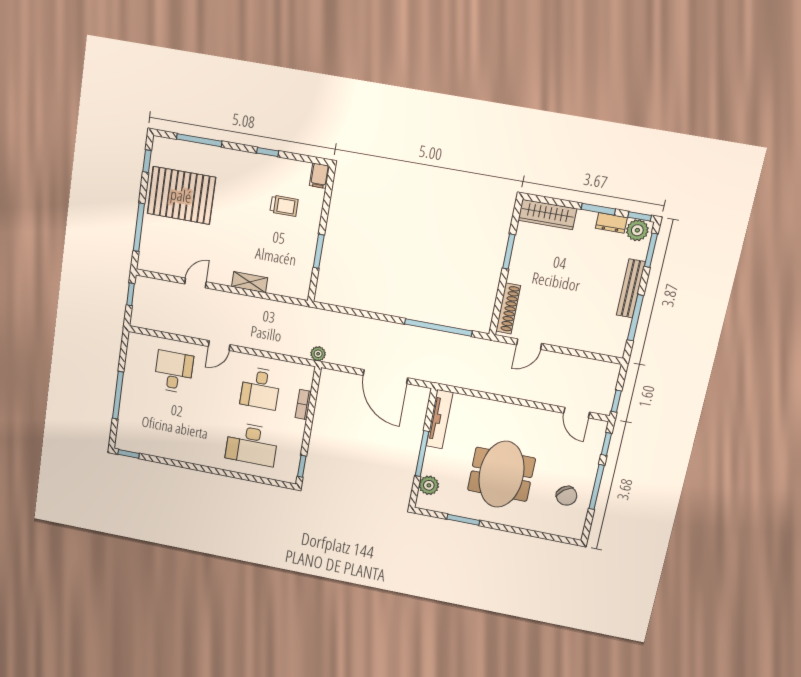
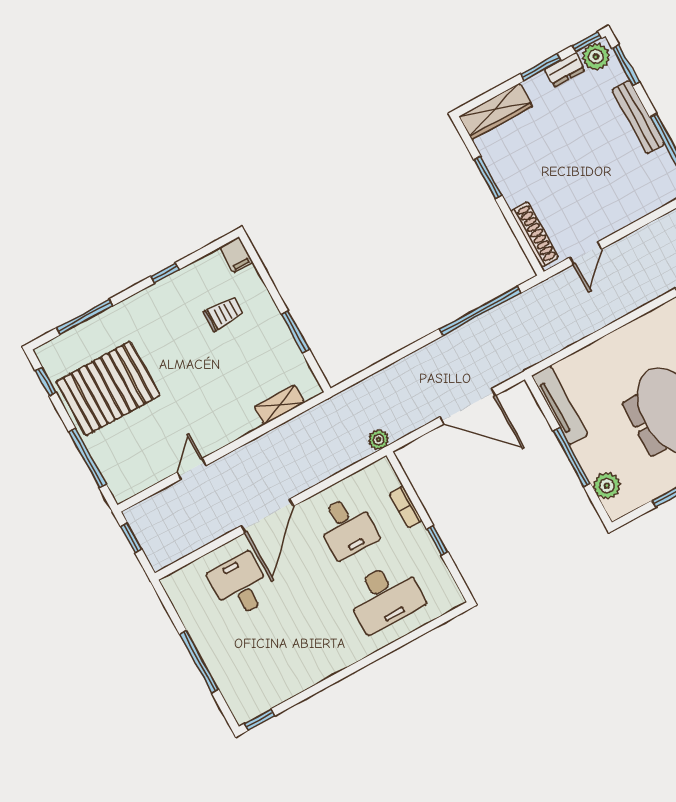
shelving: (250, 282) -> (279, 405), moved
door: (219, 345) -> (267, 516), width x1.87
window: (302, 466) -> (437, 541), moved

